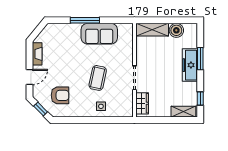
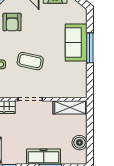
shelving: (152, 30) -> (70, 107), moved, turned 90
sofa: (99, 34) -> (76, 43), moved

